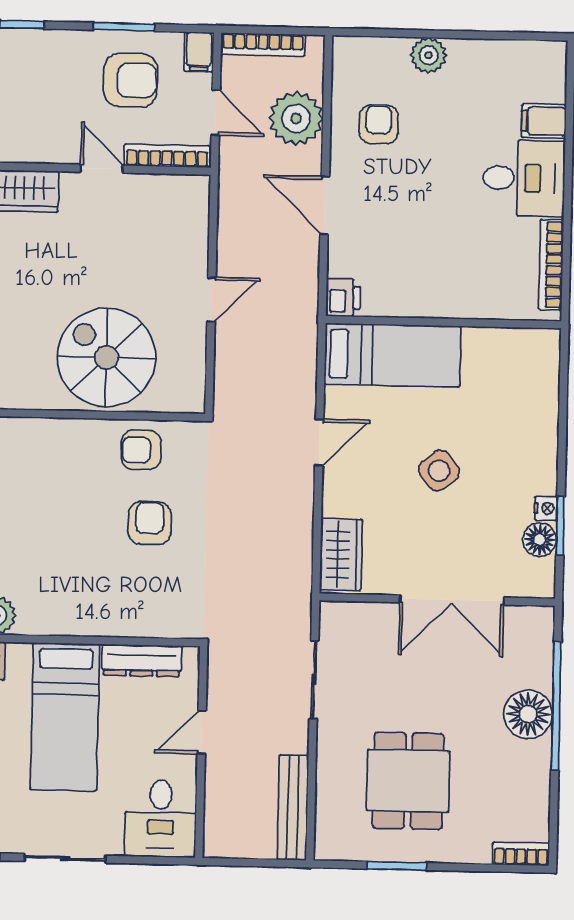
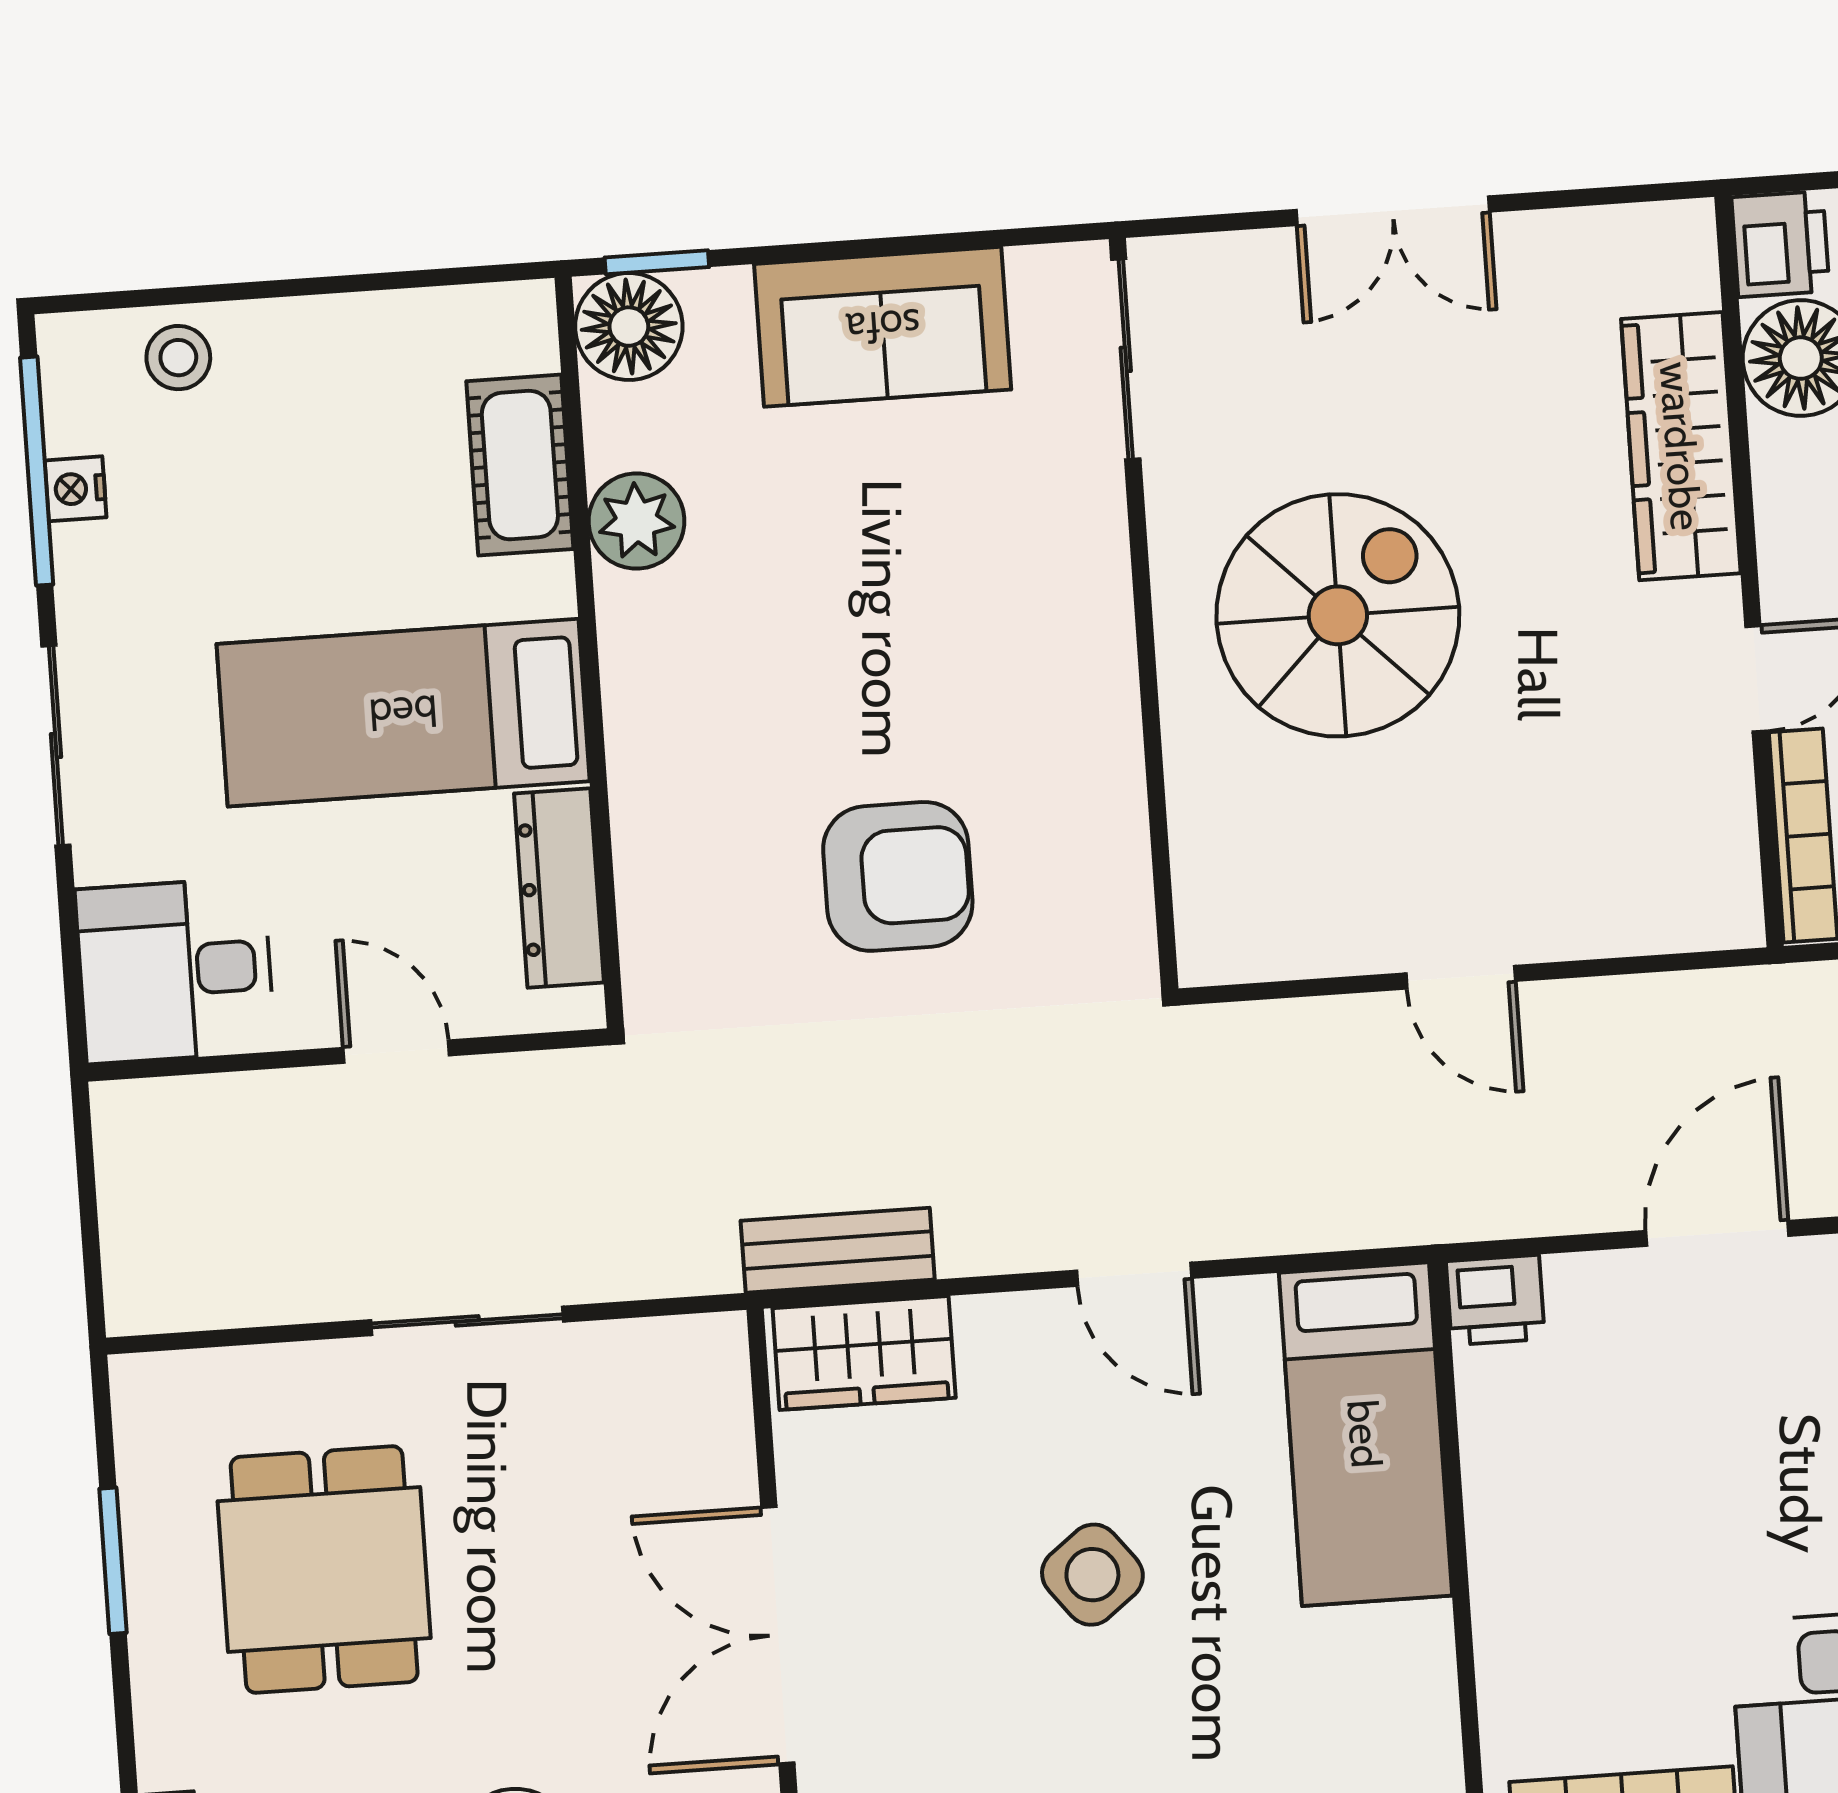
spiral stairs: (106, 357) -> (1338, 615), moved
armchair: (141, 450) -> (1076, 839), removed
armchair: (150, 523) -> (898, 876), width x1.38, depth x1.38
sliding door: (314, 680) -> (467, 1321), moved
dining table: (408, 781) -> (324, 1570), turned 90
bench: (293, 808) -> (838, 1250), moved, width x0.73

